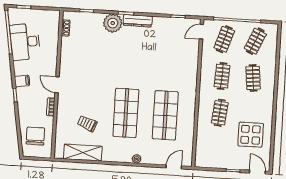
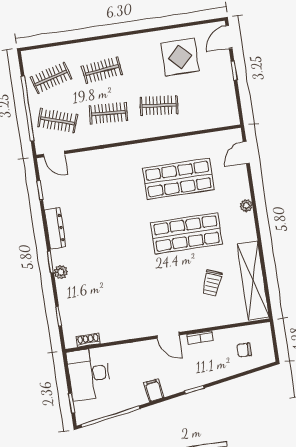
dresser: (138, 21) -> (55, 228), moved
plant: (113, 23) -> (61, 272), width x0.53, depth x0.53
clothes rail: (255, 41) -> (51, 78), turned -39
desk: (25, 42) -> (89, 374), moved, turned 99
filing cabinet: (22, 81) -> (154, 390), moved
door: (57, 85) -> (168, 335), hinge flipped
chair: (35, 136) -> (244, 350), width x0.54, depth x0.54
shelving: (83, 153) -> (253, 281), width x1.47
door: (174, 167) -> (246, 152), hinge flipped

